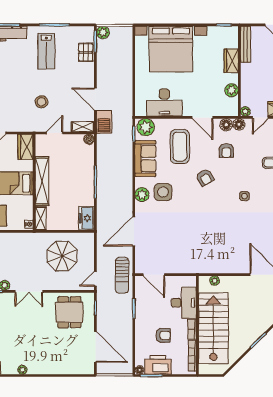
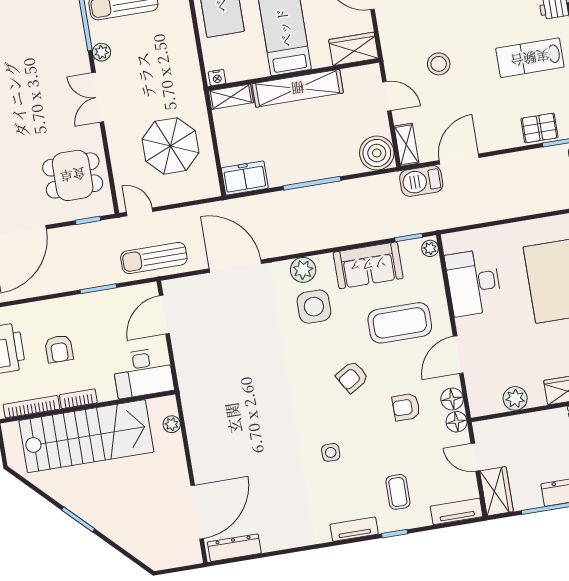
plant: (245, 111) -> (481, 429), removed
plant: (146, 127) -> (430, 248), width x0.53, depth x0.53
boiler: (89, 139) -> (377, 153), width x1.86, depth x1.86
desk: (184, 303) -> (143, 373), moved

